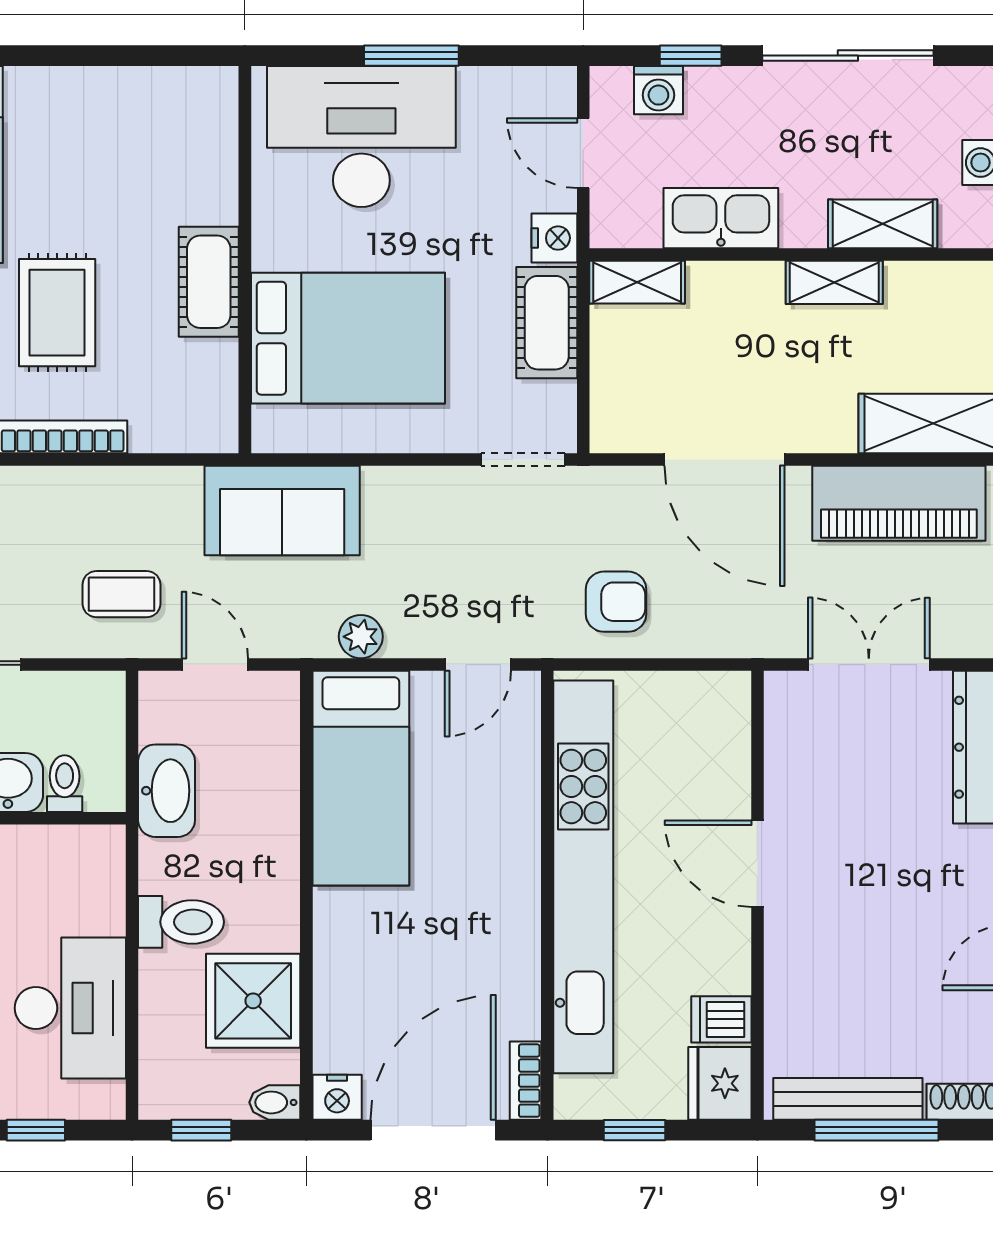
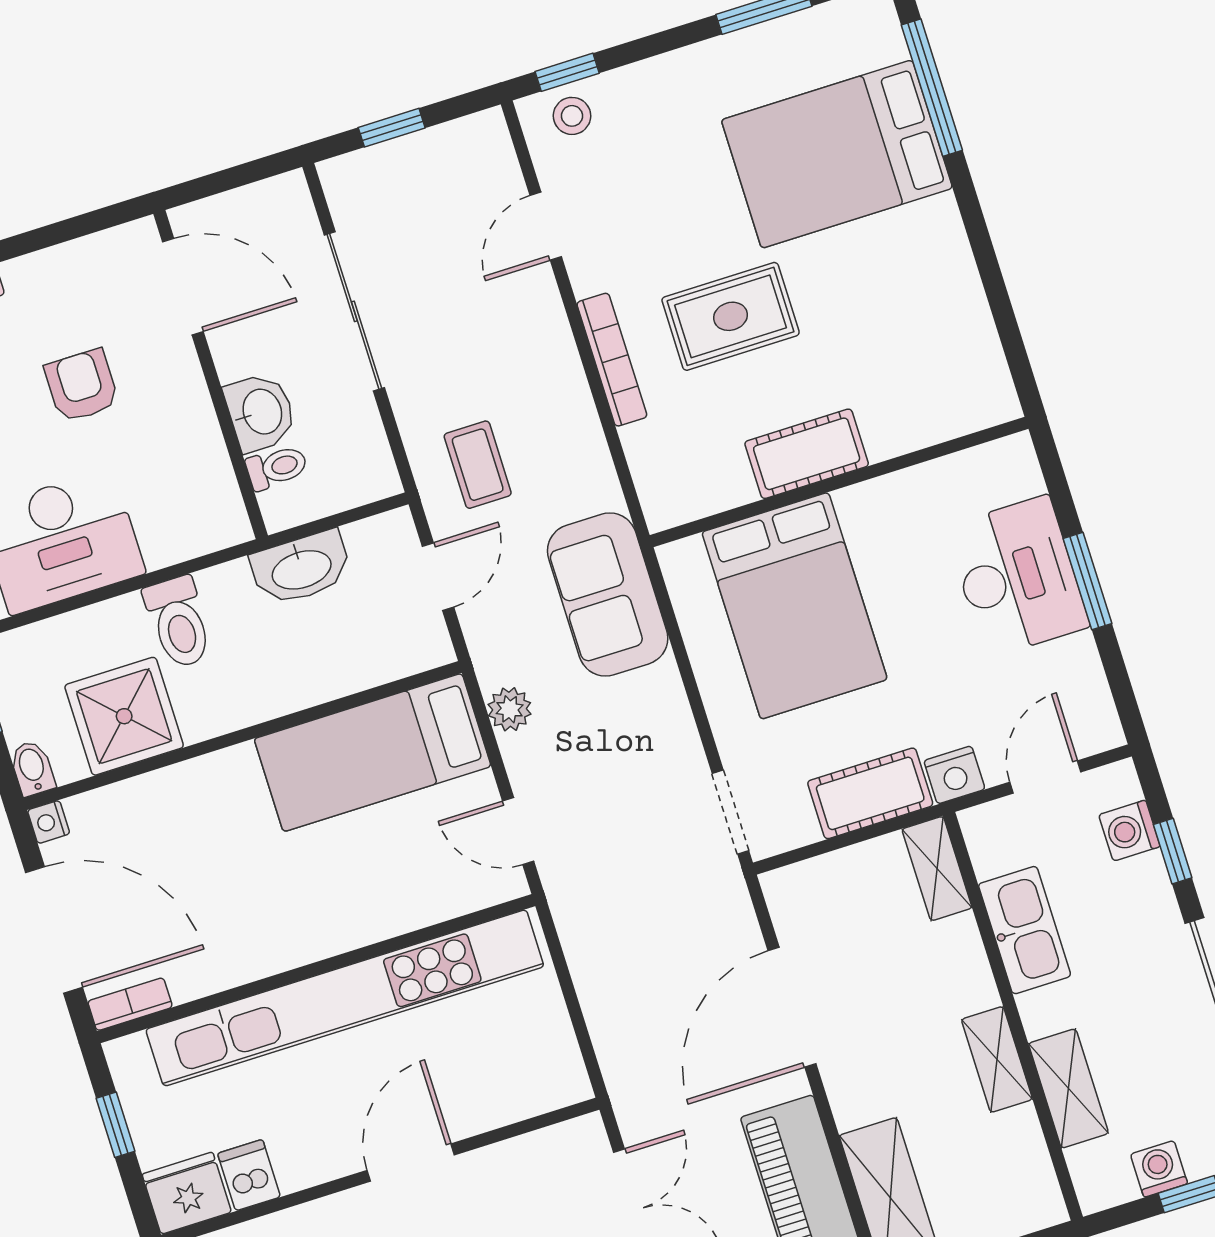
desk: (361, 136) -> (1017, 577), width x0.73, depth x0.77
armchair: (616, 602) -> (621, 946), removed
nightstand: (337, 1097) -> (49, 822), width x0.72, depth x0.74

